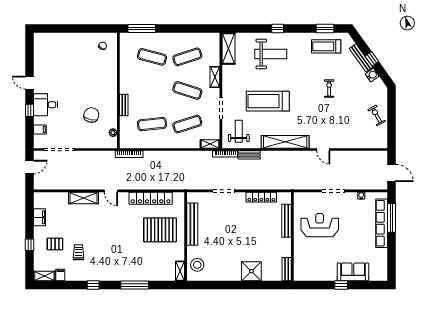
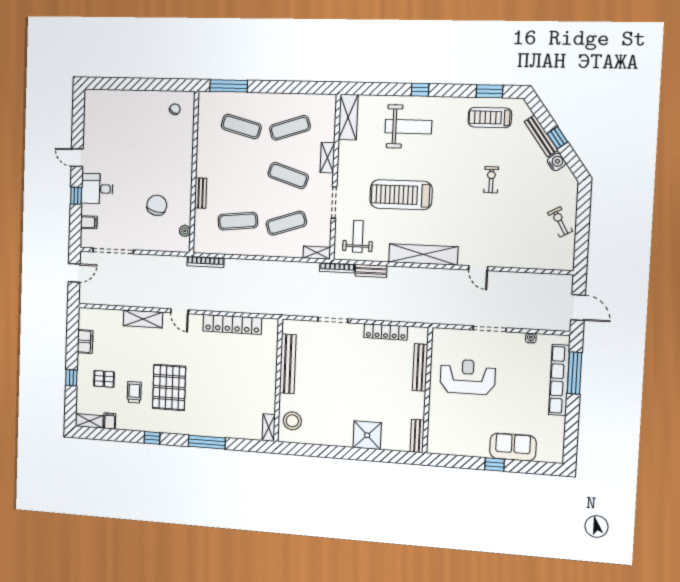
pallet: (160, 230) -> (169, 387), moved, turned 90

